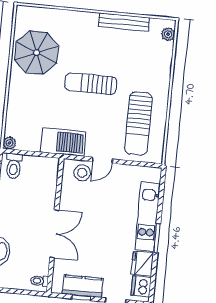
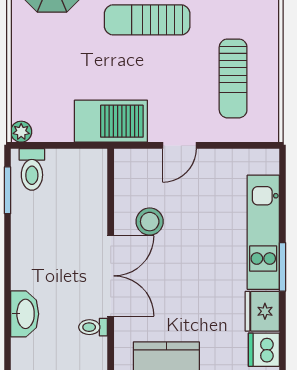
sun lounger: (138, 123) -> (233, 78), width x0.73, depth x0.75
stool: (82, 173) -> (150, 222), moved
toilet: (39, 281) -> (93, 327), moved

